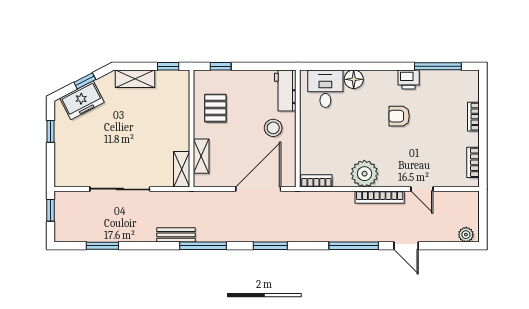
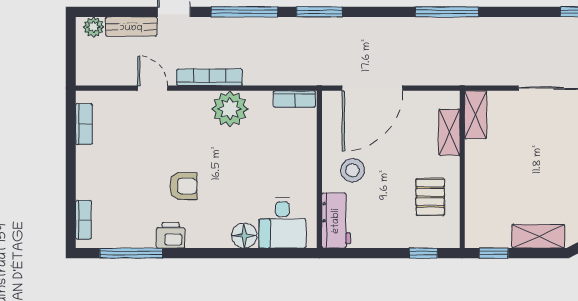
bookcase: (473, 117) -> (83, 220), moved
bench: (176, 235) -> (131, 27), moved
window: (270, 246) -> (319, 12), moved

